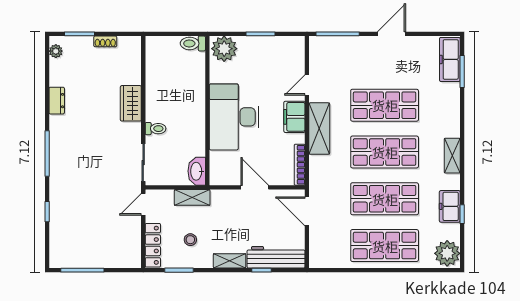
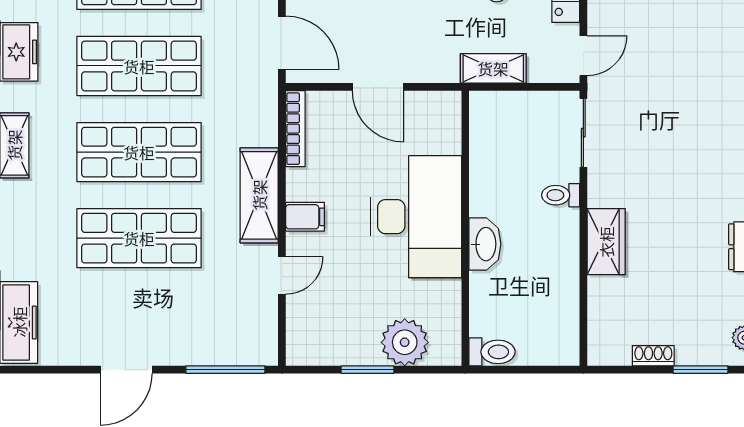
plant: (224, 49) -> (405, 342), moved
filing cabinet: (294, 117) -> (305, 217), width x0.50
washbasin: (197, 171) -> (485, 244), moved

